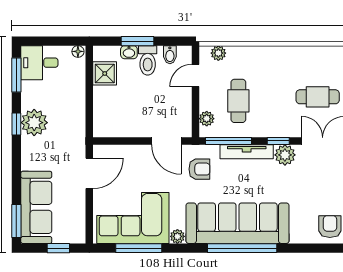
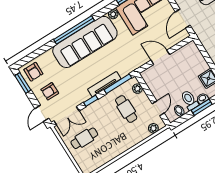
door: (166, 141) -> (160, 57), moved
plant: (285, 155) -> (82, 95), removed
armchair: (199, 169) -> (50, 91), moved

